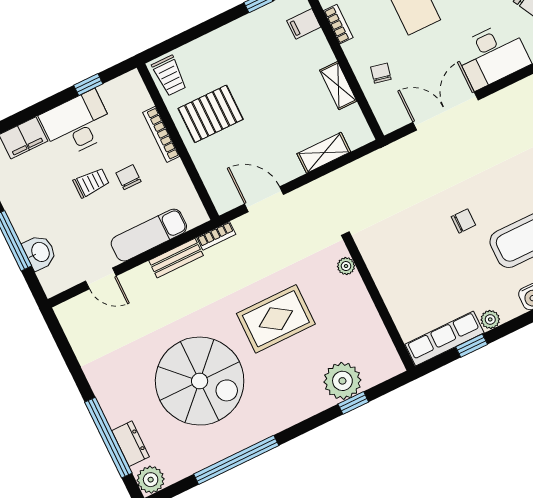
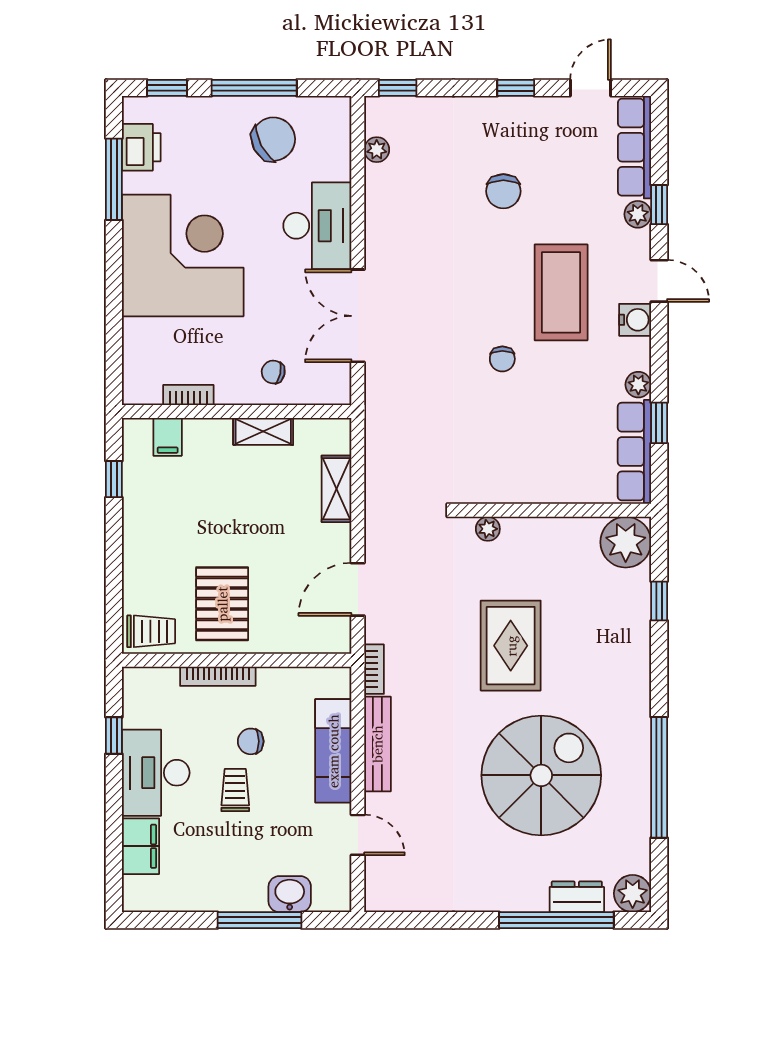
chair: (463, 221) -> (502, 359), turned 180
bench: (176, 258) -> (377, 744), width x1.36
door: (101, 278) -> (358, 835), hinge flipped
plant: (342, 381) -> (626, 542), moved

